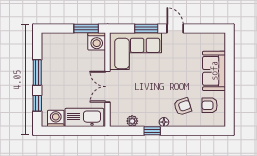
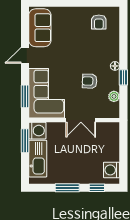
window: (146, 29) -> (25, 96), moved
sofa: (214, 71) -> (40, 28), moved, turned -90
armchair: (183, 106) -> (90, 81), moved, turned -70
kitchen sink: (84, 117) -> (38, 159), moved, turned 180

